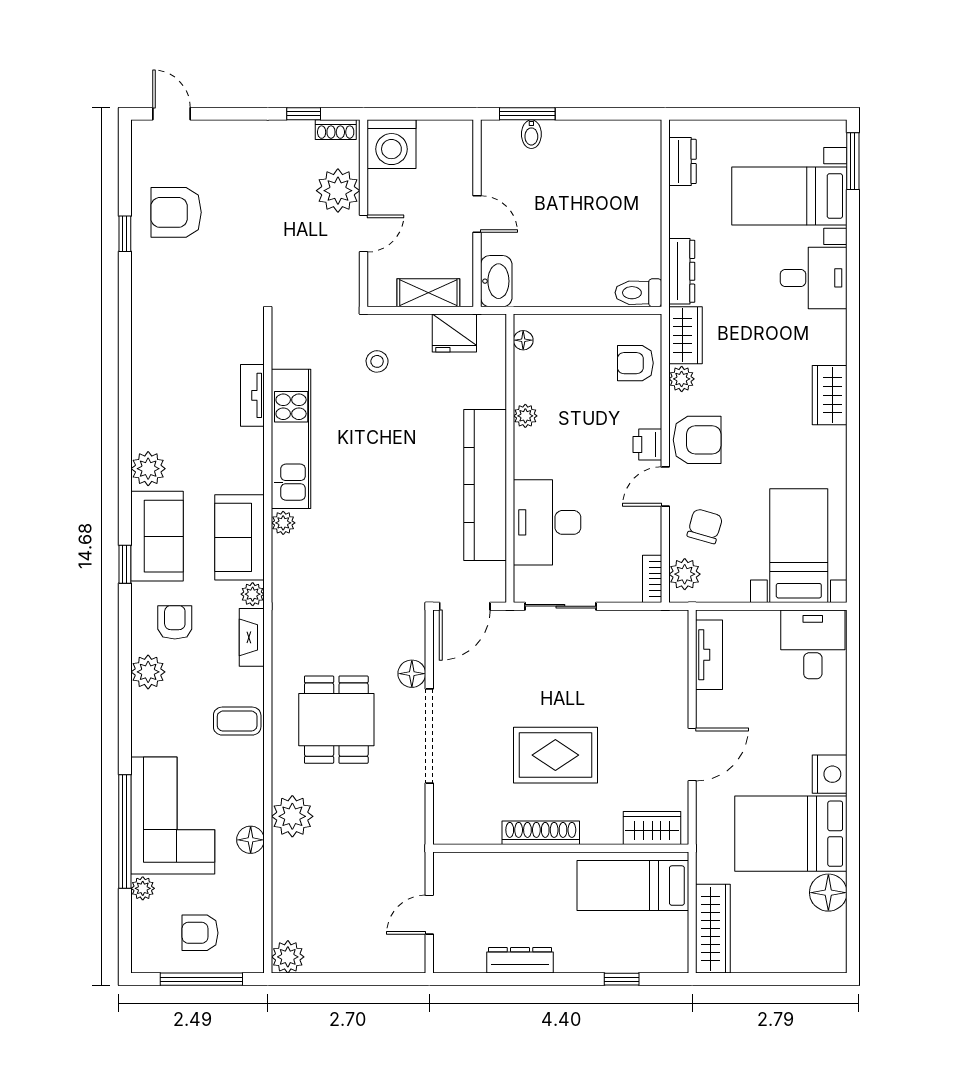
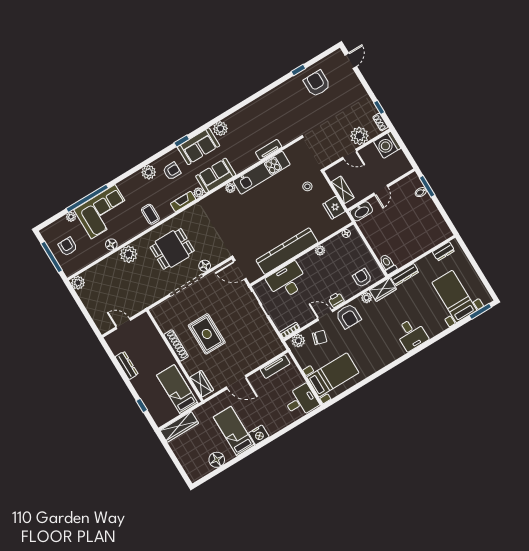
desk: (814, 278) -> (411, 334), moved
wardrobe: (830, 395) -> (393, 353), removed
bed: (791, 834) -> (234, 431), width x0.67

